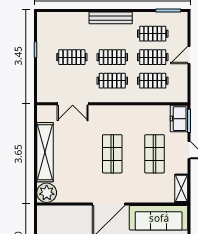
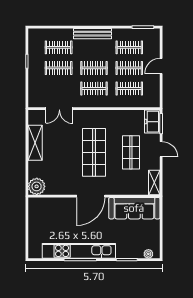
clothes rail: (72, 34) -> (59, 47), added
shelving: (45, 152) -> (35, 143), width x0.68
shop shelf: (112, 154) -> (94, 152), width x1.43, depth x1.36

